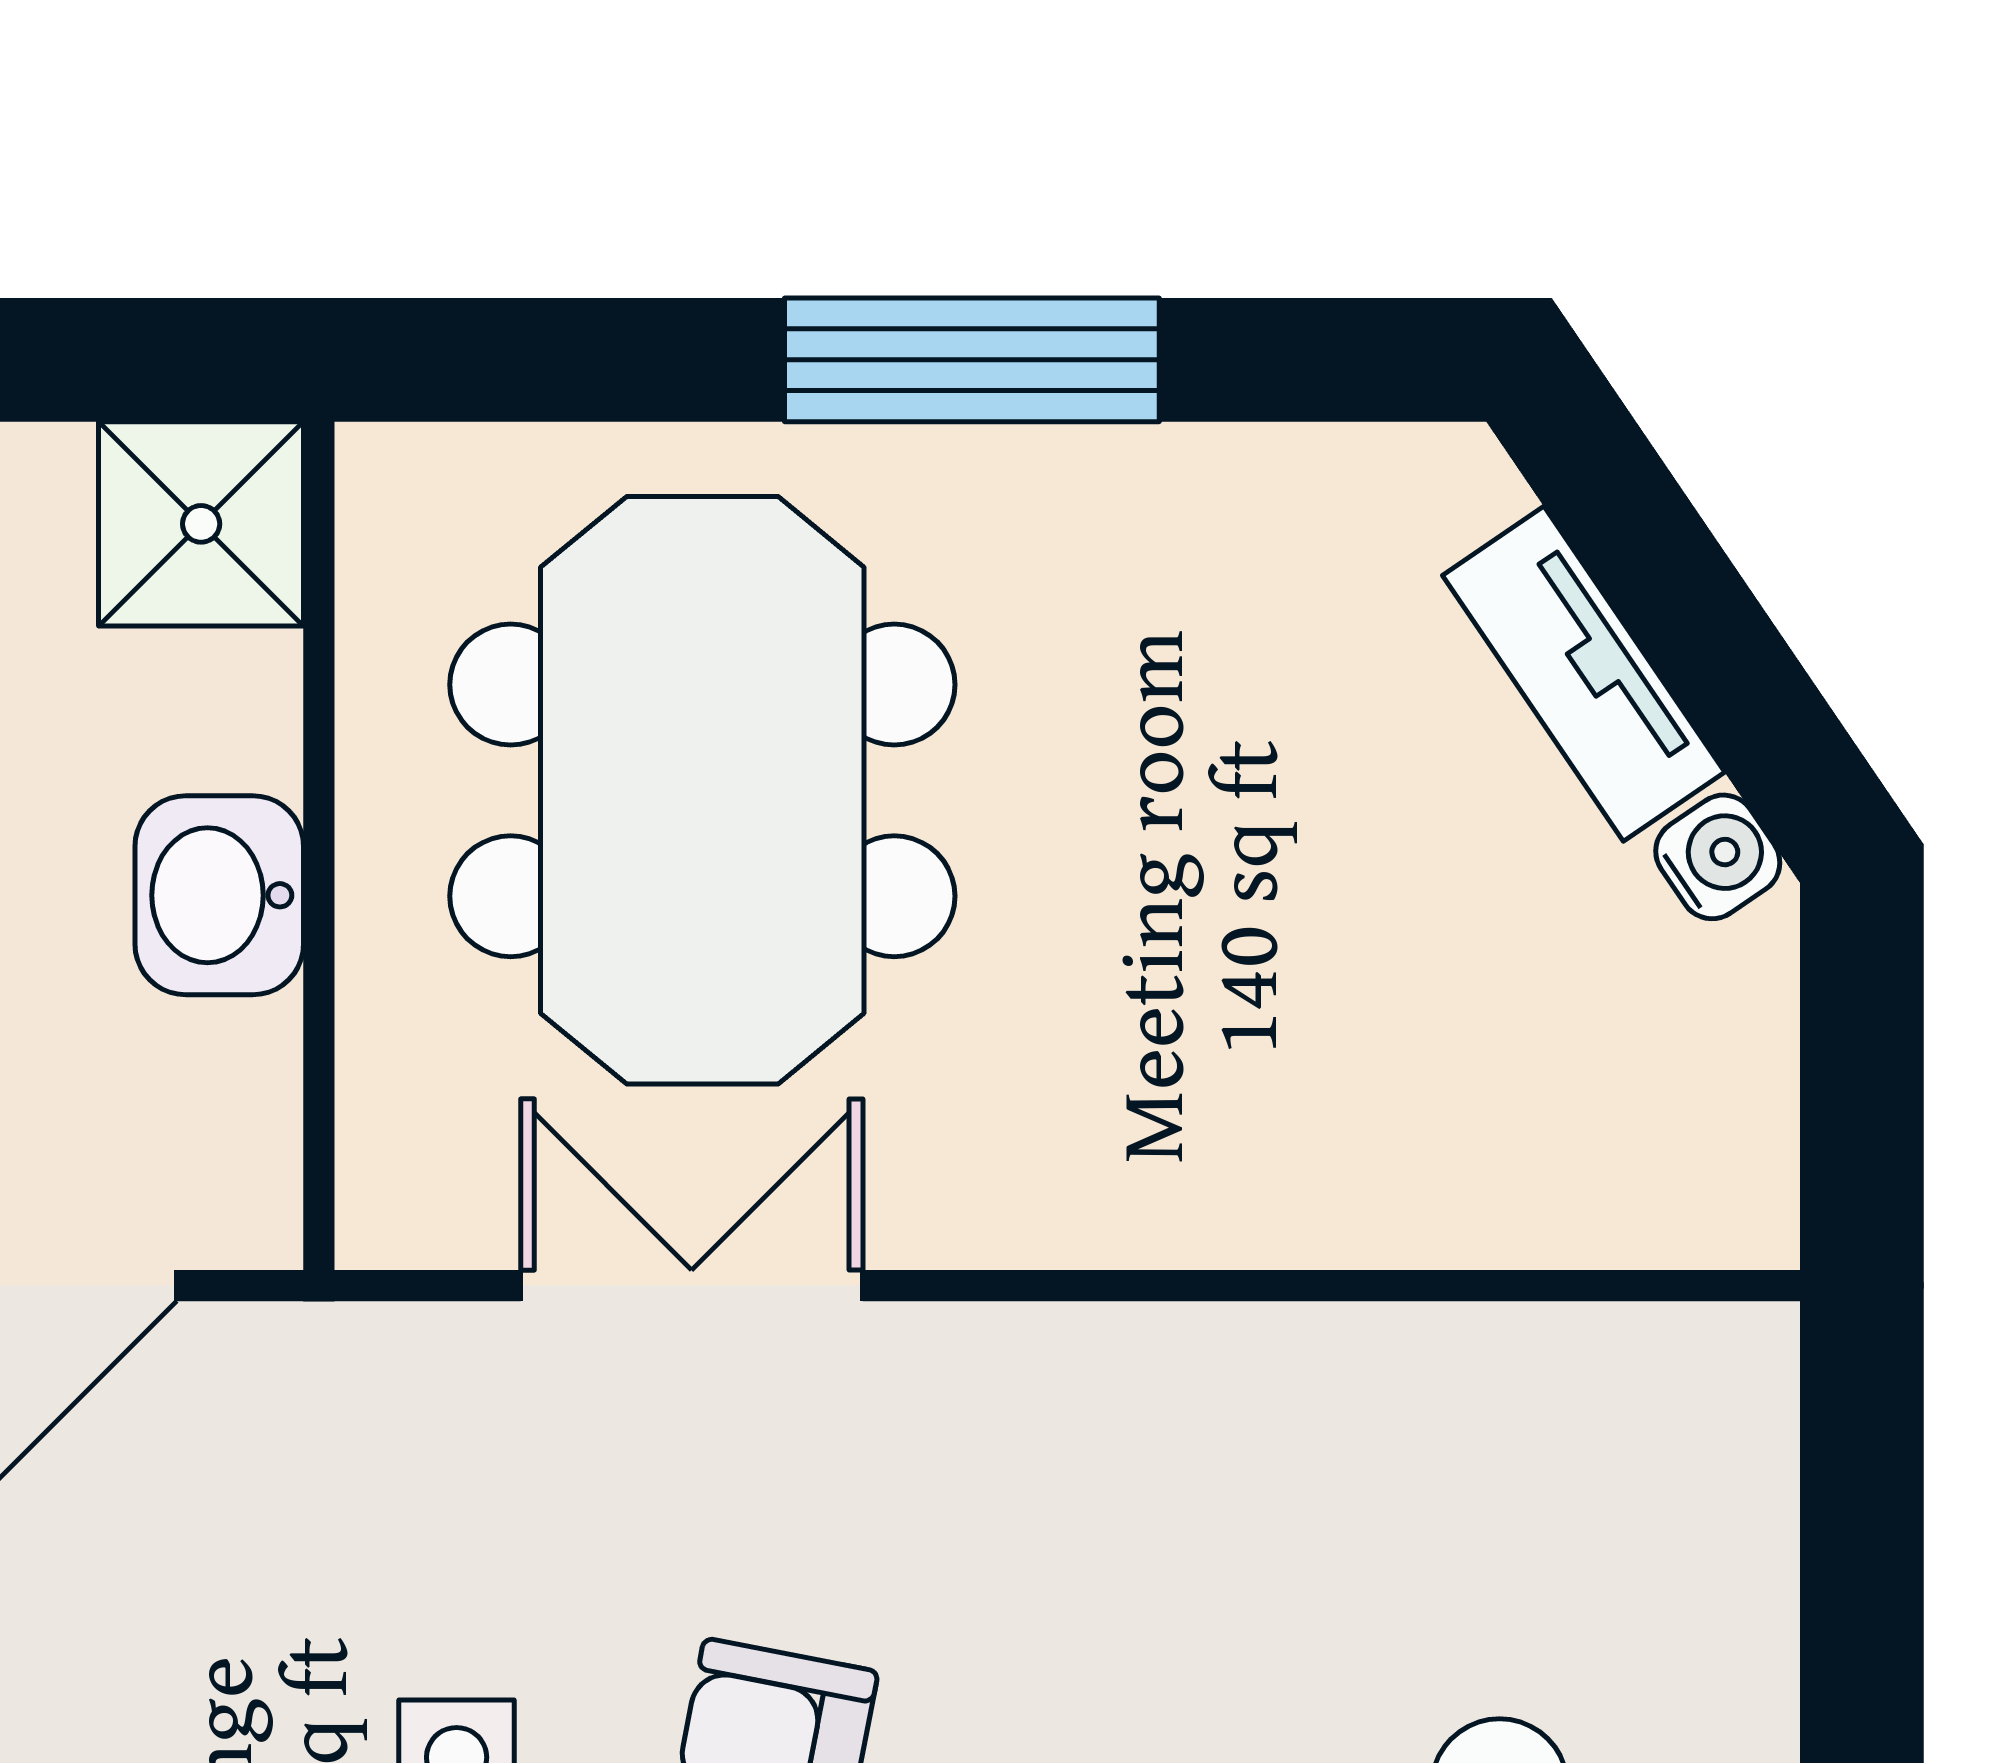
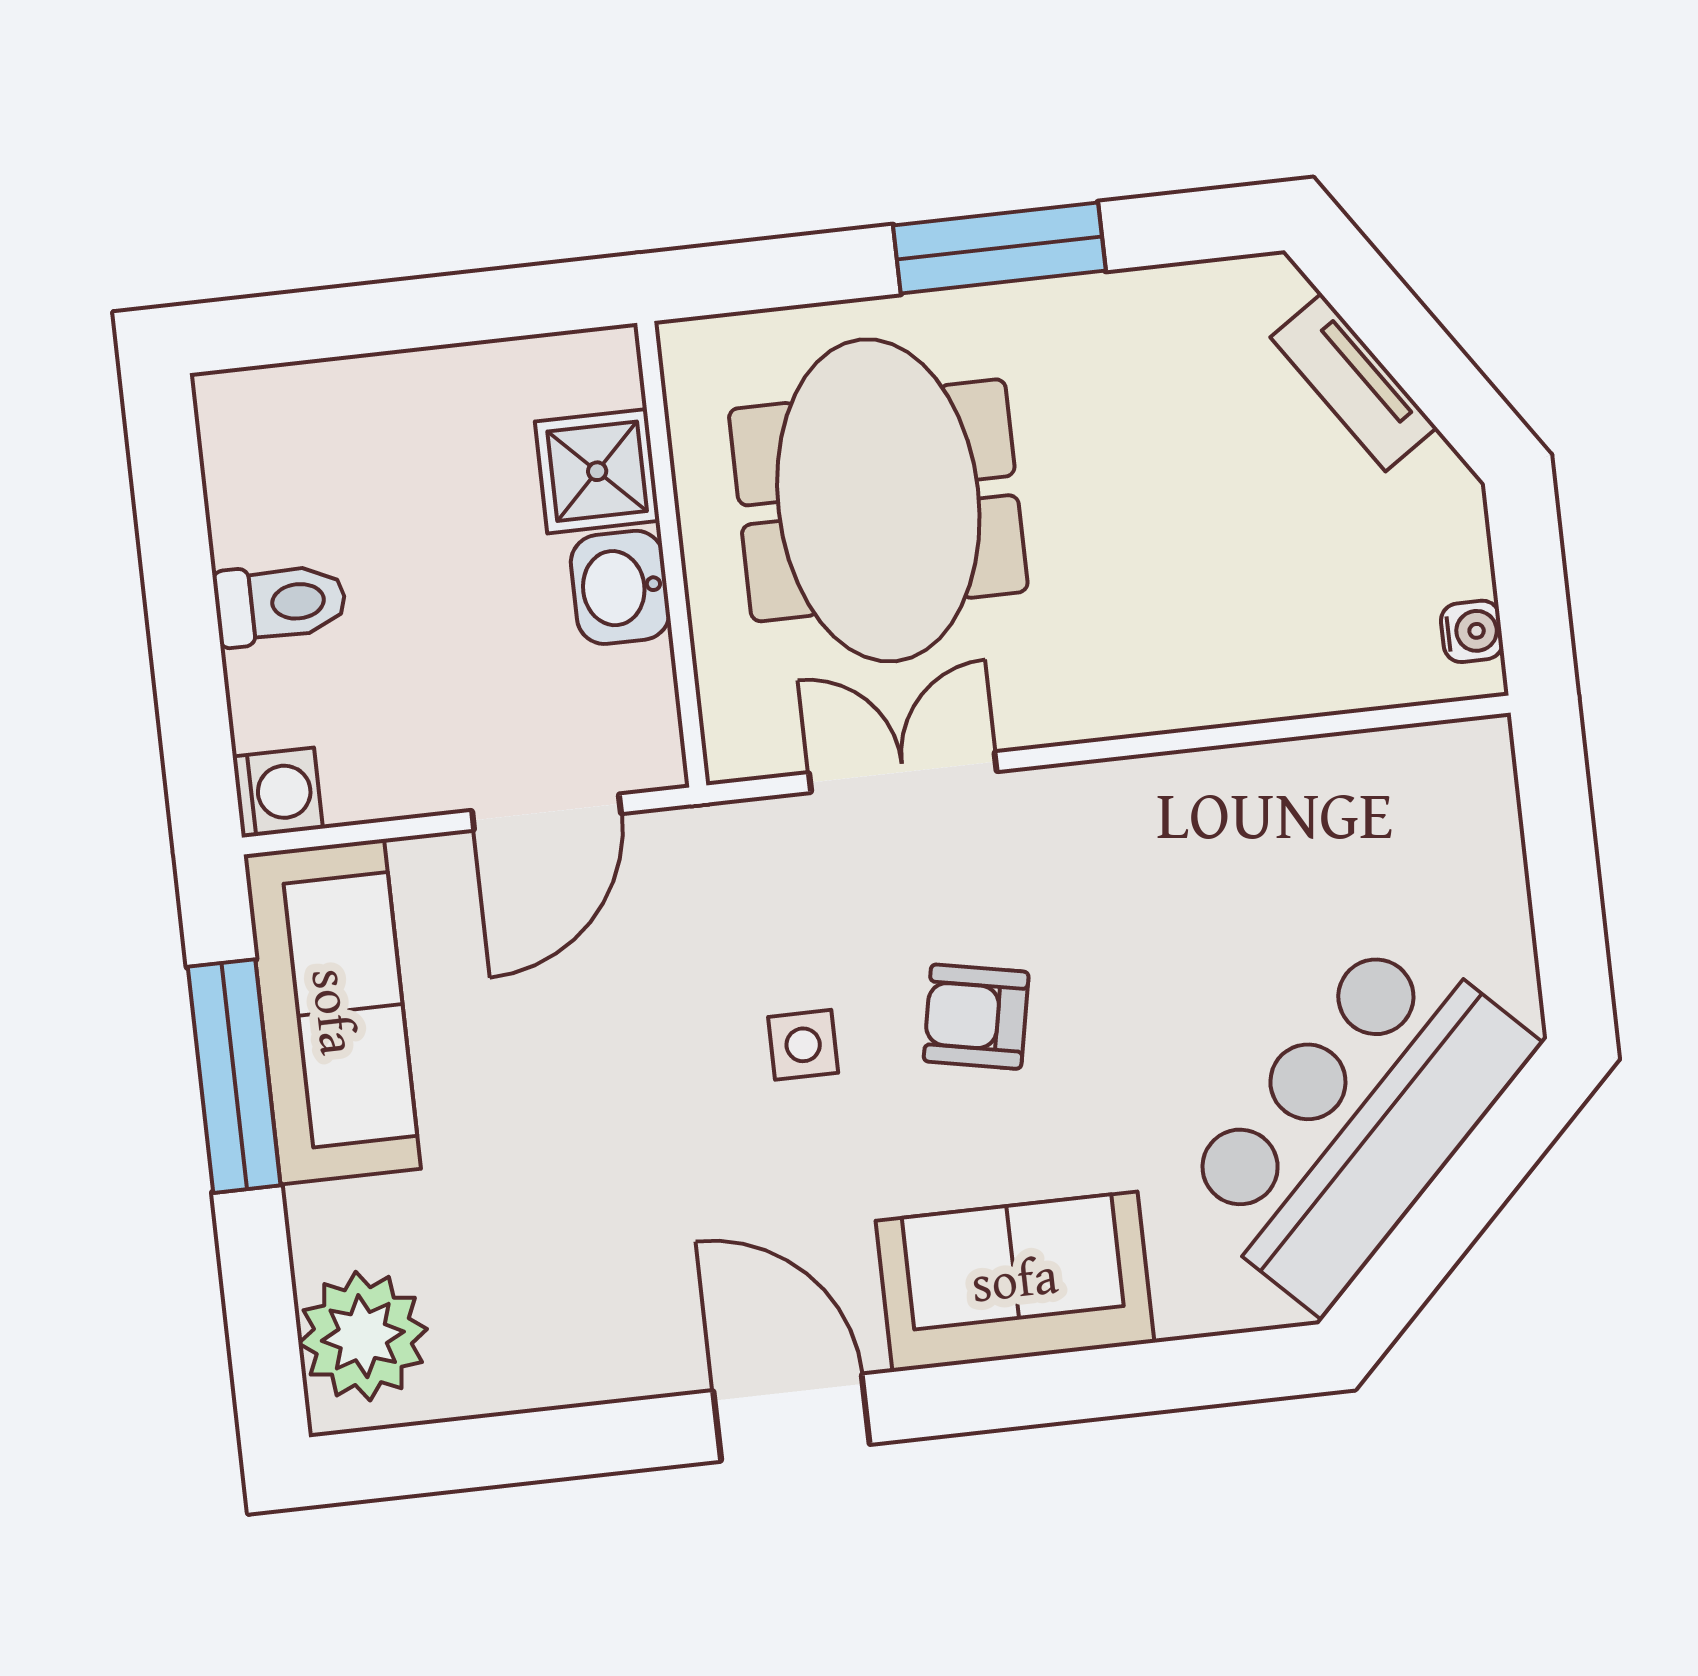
shower: (201, 524) -> (597, 471), moved
water cooler: (1718, 857) -> (1472, 631), moved, turned 34

